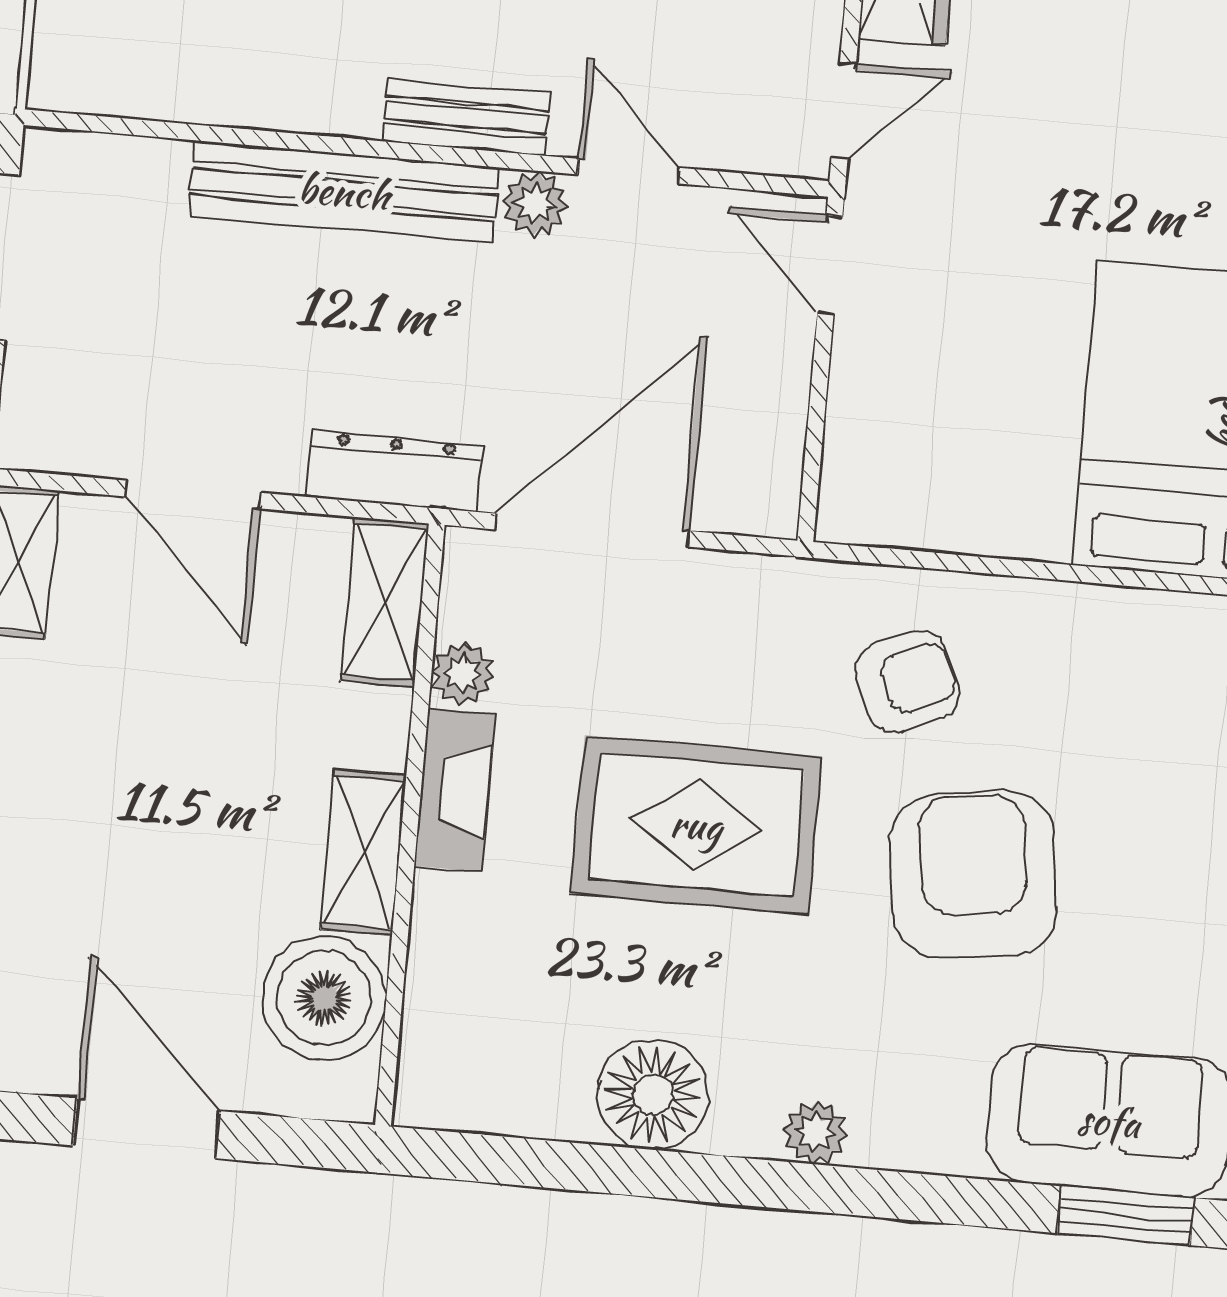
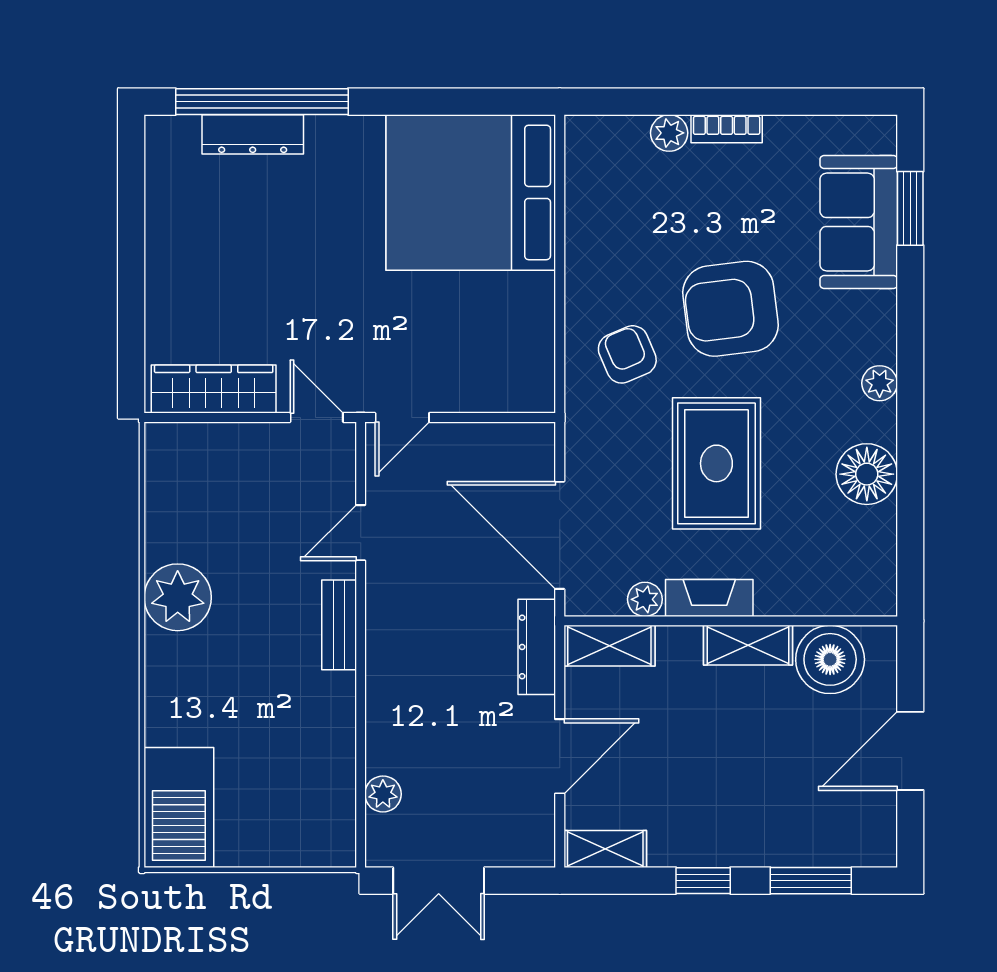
bench: (344, 192) -> (386, 688), removed
plant: (535, 204) -> (383, 794), moved

